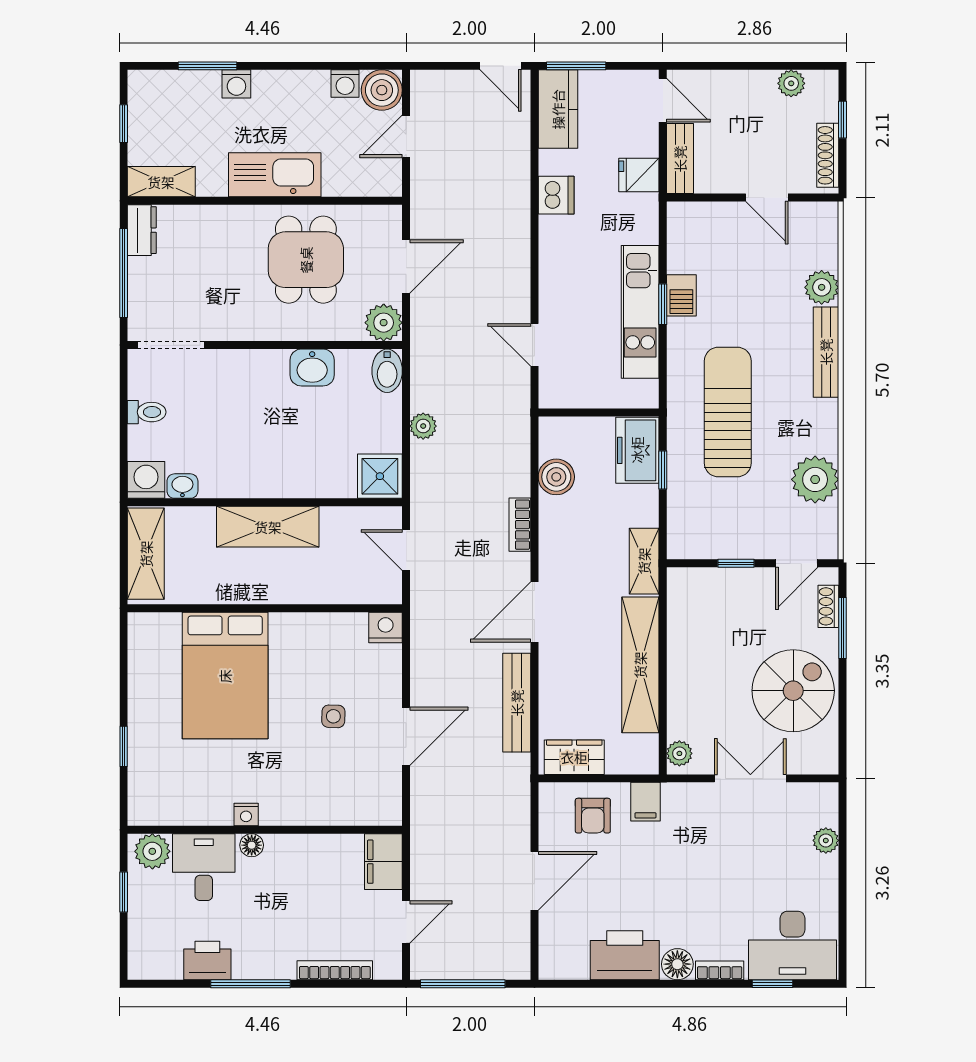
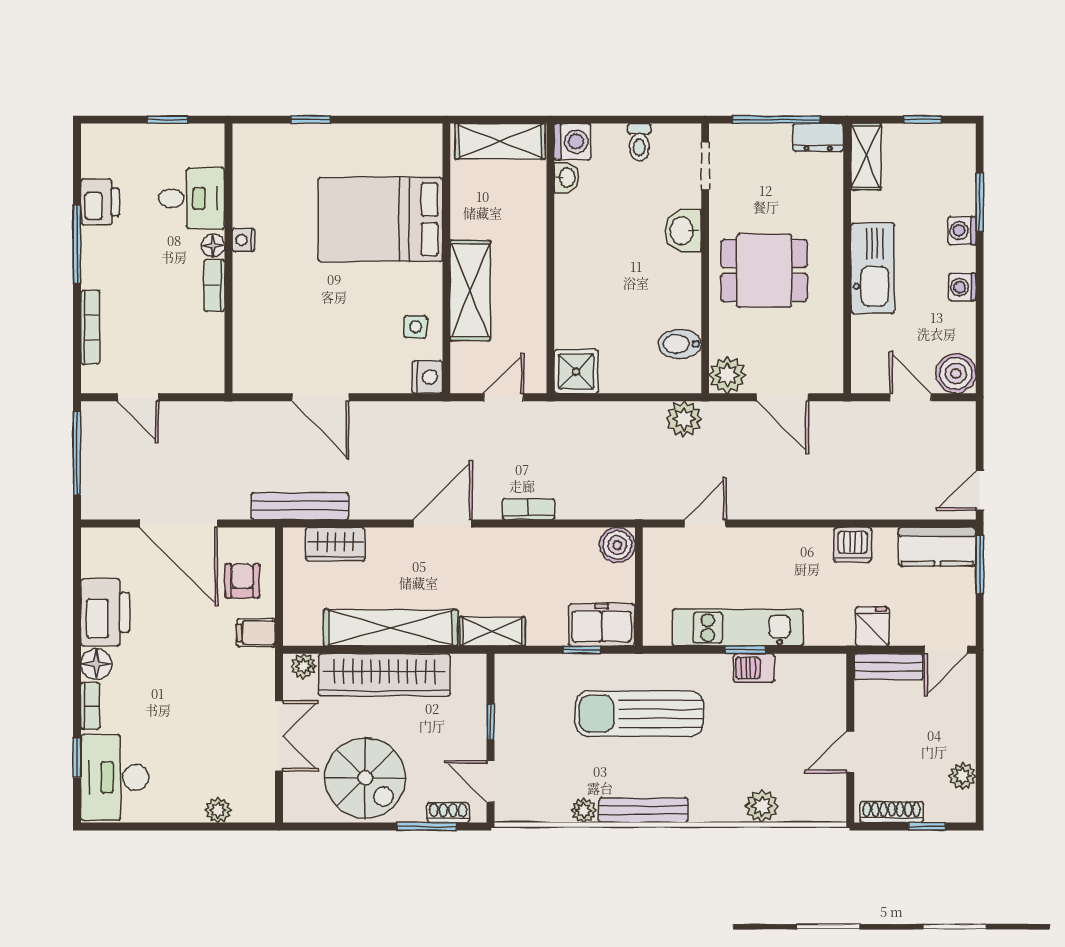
washing machine: (345, 84) -> (962, 287), moved
dining table: (306, 260) -> (764, 271), moved
doorway: (171, 345) -> (705, 166), width x0.73
bench: (826, 352) -> (643, 810), moved
washbasin: (312, 368) -> (683, 231), moved
bidet: (387, 371) -> (680, 344), moved
sun lounger: (728, 412) -> (639, 714), turned 180
plant: (423, 426) -> (684, 419), moved, width x1.38, depth x1.38
boiler: (556, 477) -> (617, 545), moved
plant: (815, 479) -> (584, 810), width x0.53, depth x0.53
shelving: (268, 527) -> (470, 291), moved
door: (534, 612) -> (443, 524), hinge flipped
wardrobe: (688, 671) -> (384, 675), added
bench: (517, 703) -> (300, 506), moved
side table: (333, 716) -> (415, 327), moved
wardrobe: (574, 757) -> (335, 544), moved, turned 90
armchair: (593, 816) -> (242, 581), turned 90
bookcase: (292, 844) -> (214, 285), added
plant: (152, 851) -> (207, 148), removed
filing cabinet: (383, 862) -> (197, 375), removed
door: (534, 881) -> (178, 524), width x1.36

